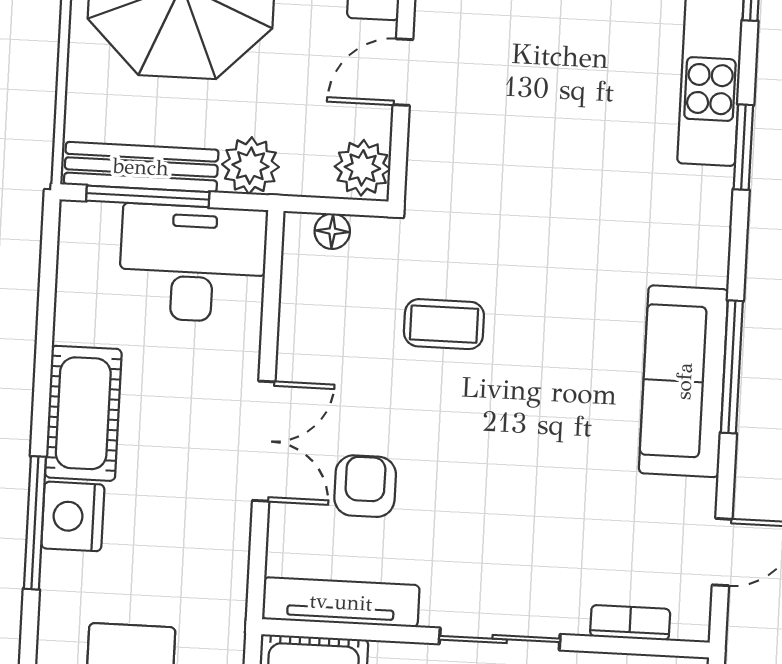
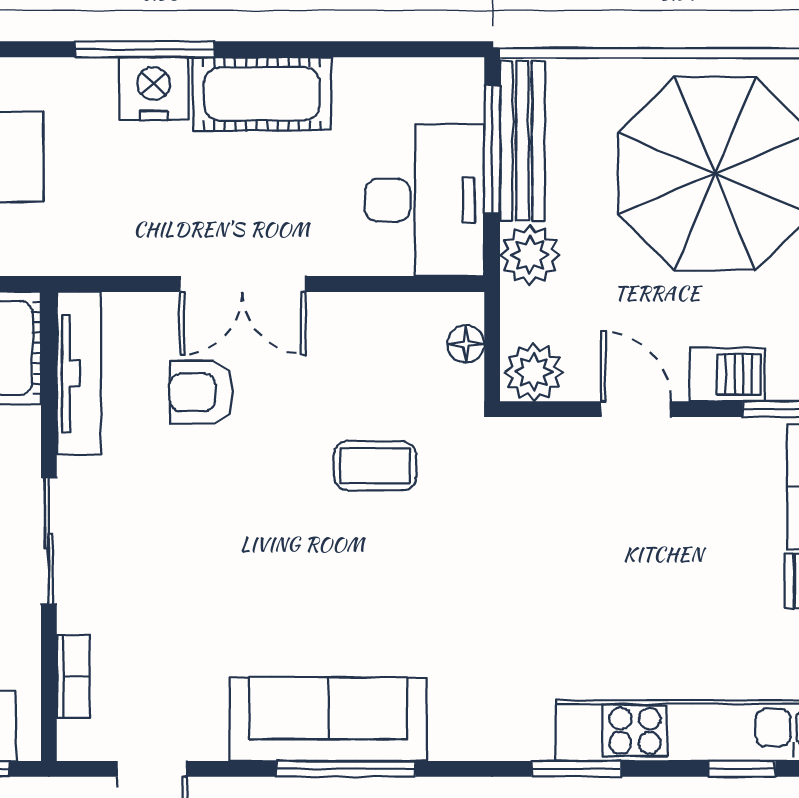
coffee table: (444, 324) -> (375, 466), turned 90
armchair: (365, 486) -> (201, 392), turned 180

